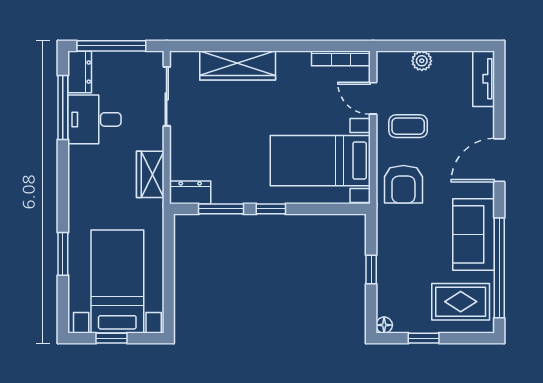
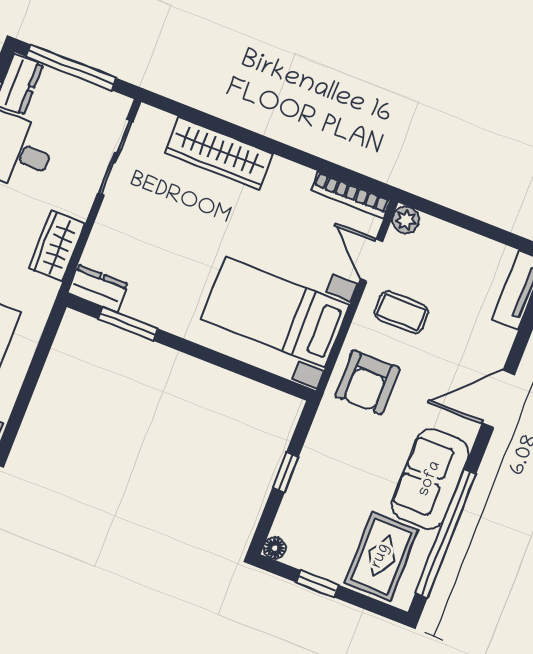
plant: (422, 61) -> (406, 220), moved
window: (271, 209) -> (190, 348), removed
rug: (461, 302) -> (381, 556), turned 90

